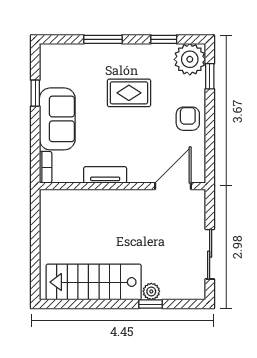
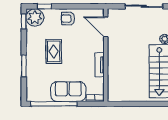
window: (164, 39) -> (24, 21), moved
window: (35, 93) -> (54, 104), width x3.17
sliding door: (210, 254) -> (144, 6), width x1.37

